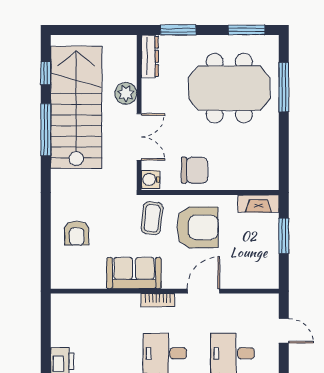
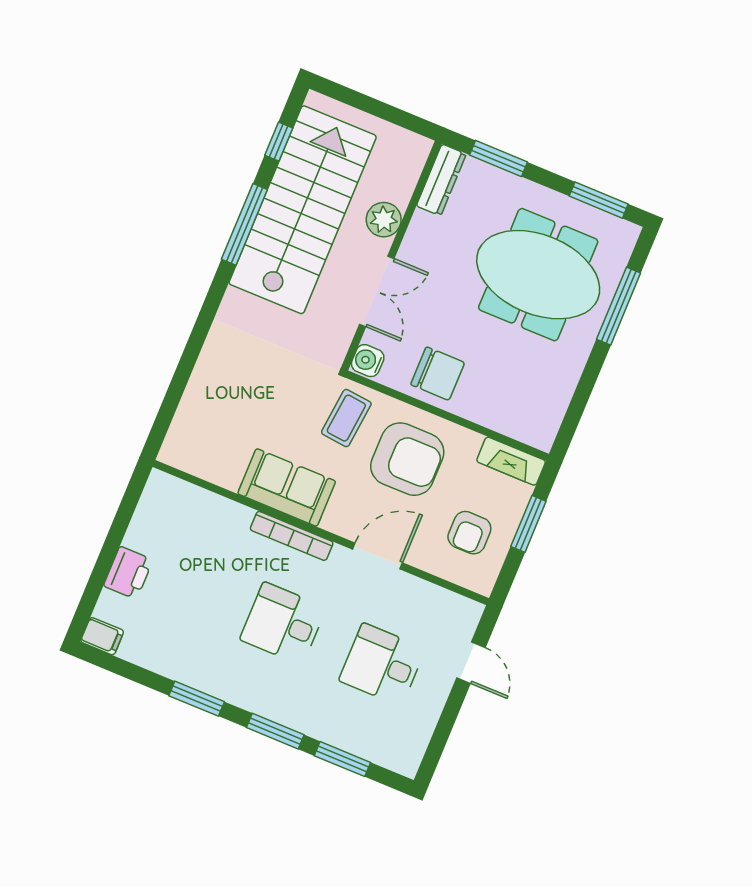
armchair: (77, 233) -> (469, 533), moved
bookcase: (158, 300) -> (292, 536), width x1.56

